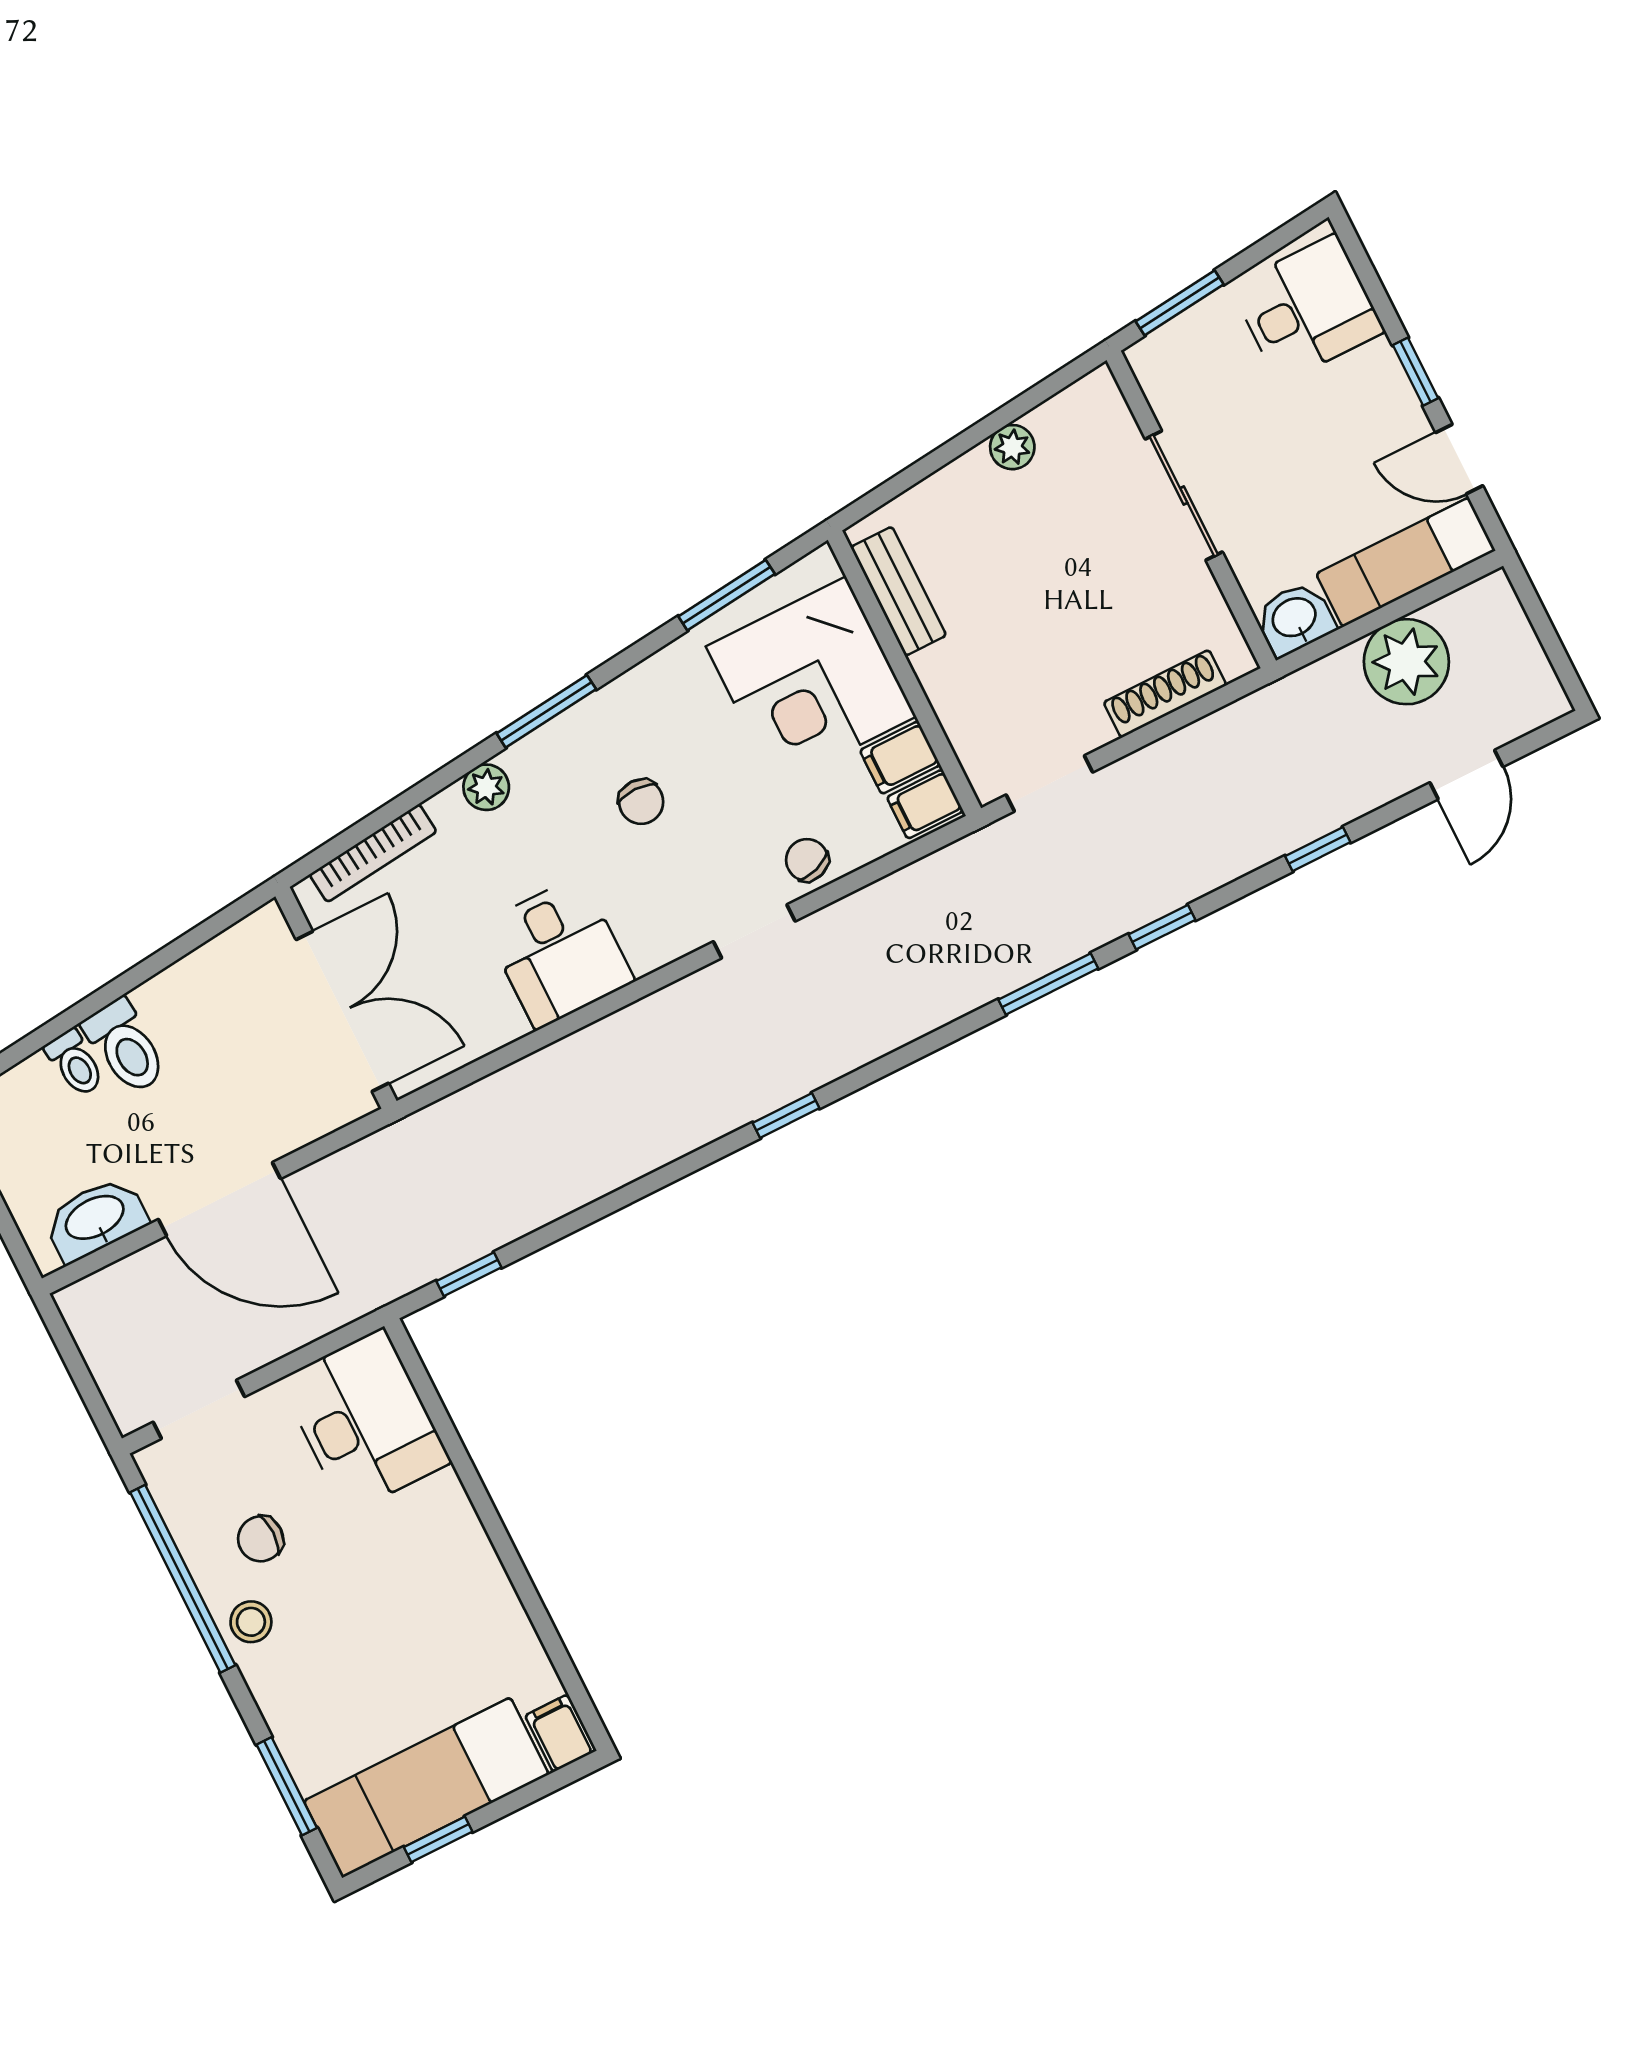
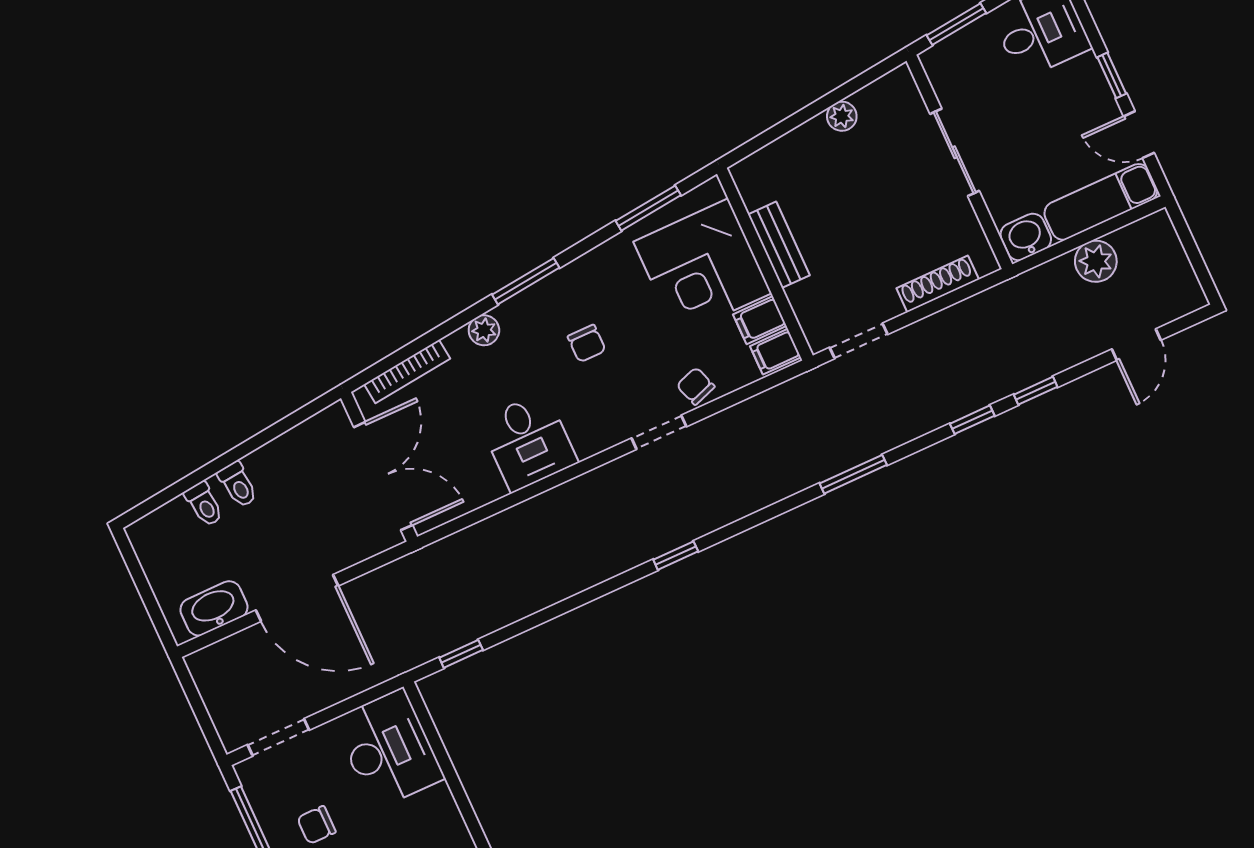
bench: (898, 591) -> (779, 245), moved
plant: (1406, 662) -> (1096, 261), width x0.73, depth x0.73
window: (1162, 927) -> (972, 420), moved
toilet: (125, 1047) -> (238, 485), width x0.73, depth x0.72

